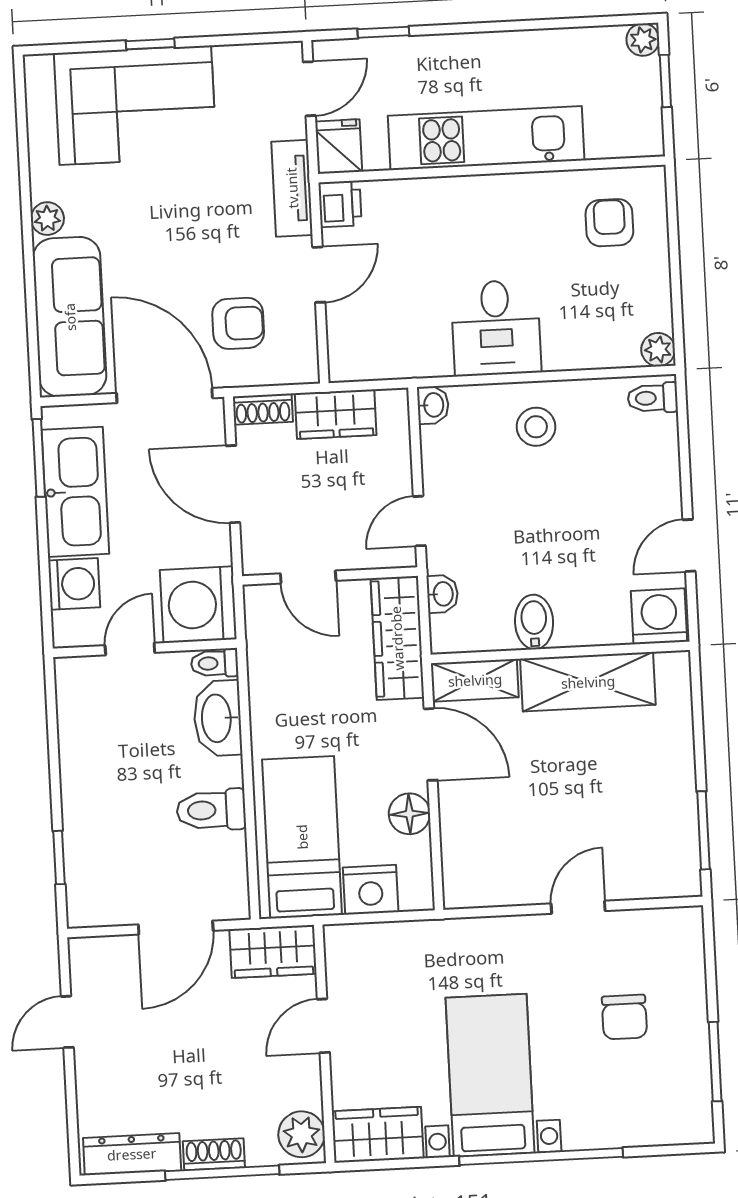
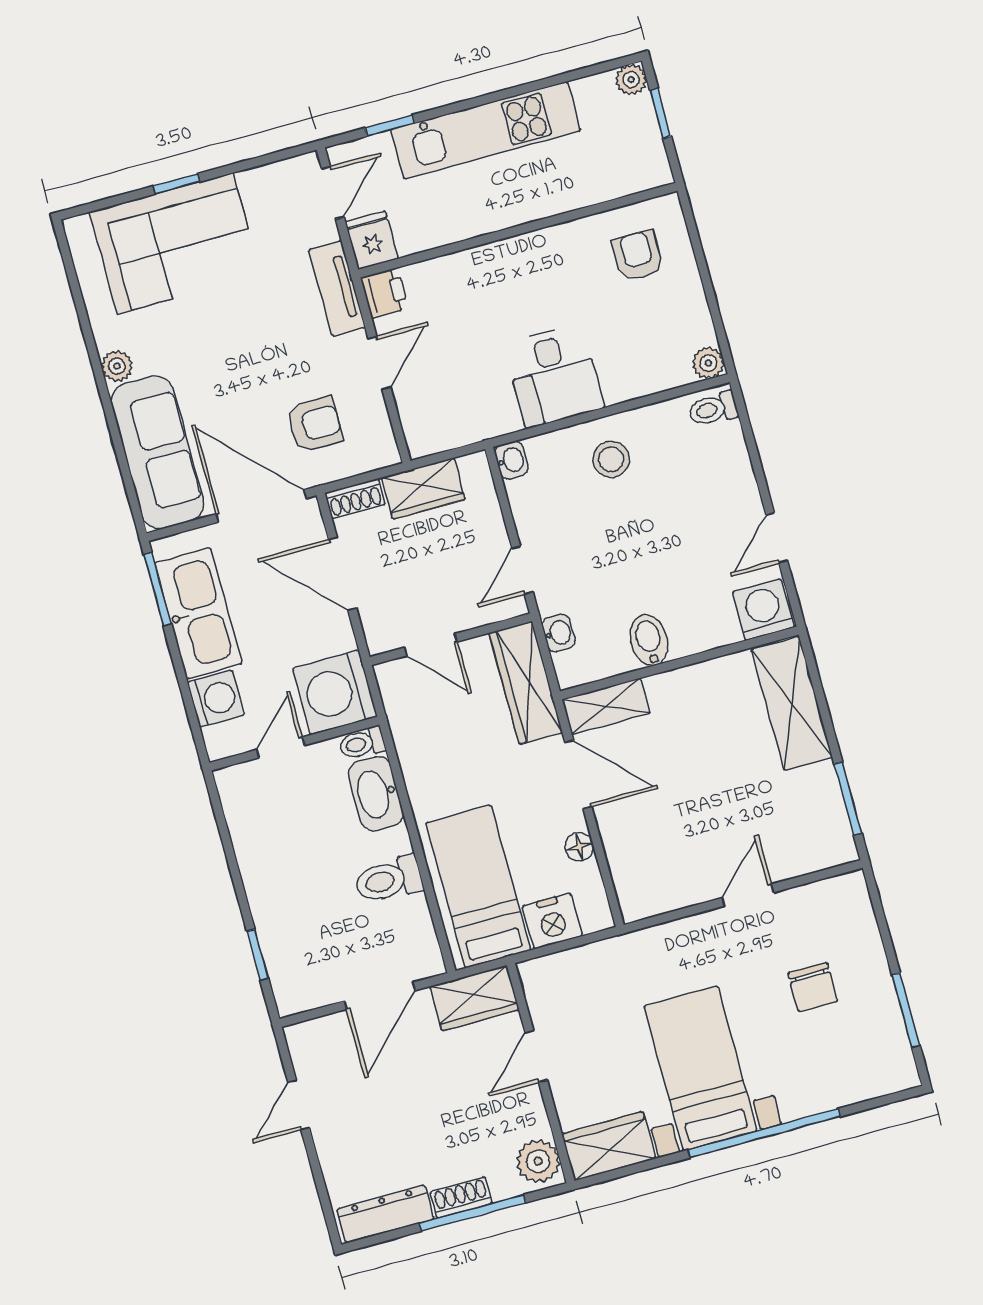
kitchen unit: (486, 138) -> (486, 130), moved, turned 180
shelving: (588, 682) -> (792, 703), moved, turned 90
floor lamp: (409, 814) -> (579, 847), width x0.73, depth x0.73

